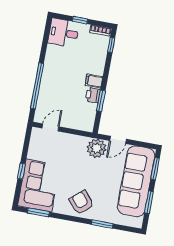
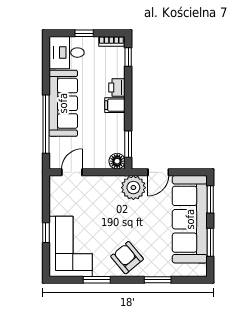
sofa: (54, 72) -> (63, 103), added
printer: (93, 95) -> (117, 87), moved
window: (101, 101) -> (128, 144), moved
floor lamp: (87, 125) -> (117, 161), added
window: (38, 212) -> (97, 280), moved

